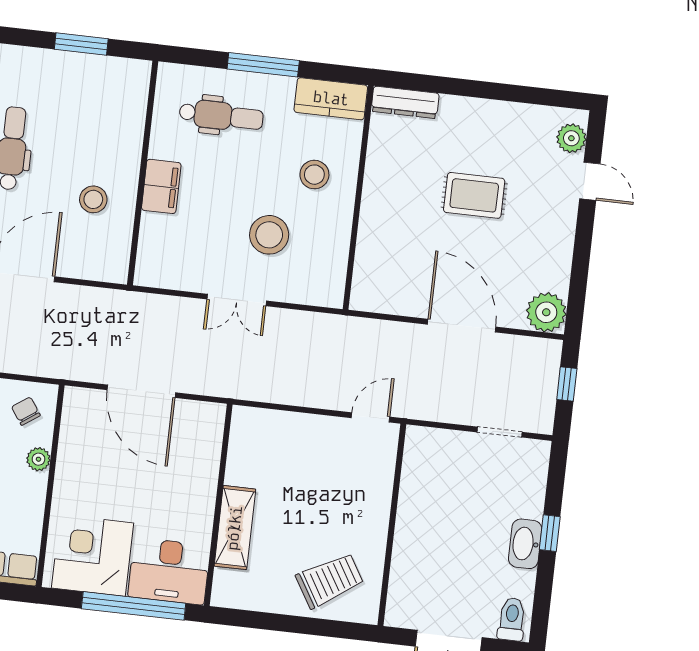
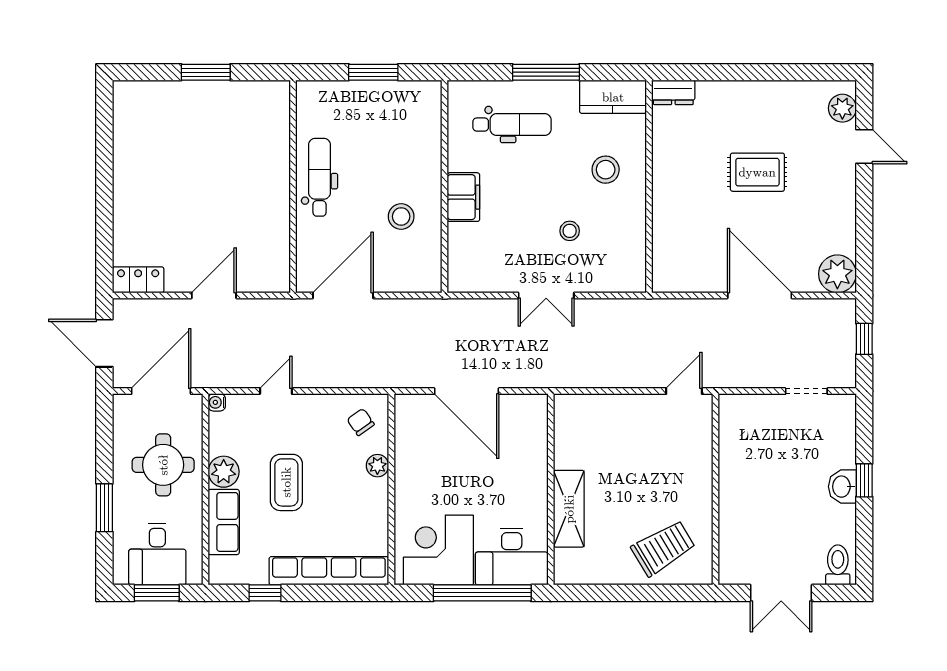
dresser: (405, 102) -> (673, 92), width x0.70
stool: (269, 235) -> (570, 231), width x0.53, depth x0.53
washbasin: (525, 544) -> (842, 487), width x0.72

